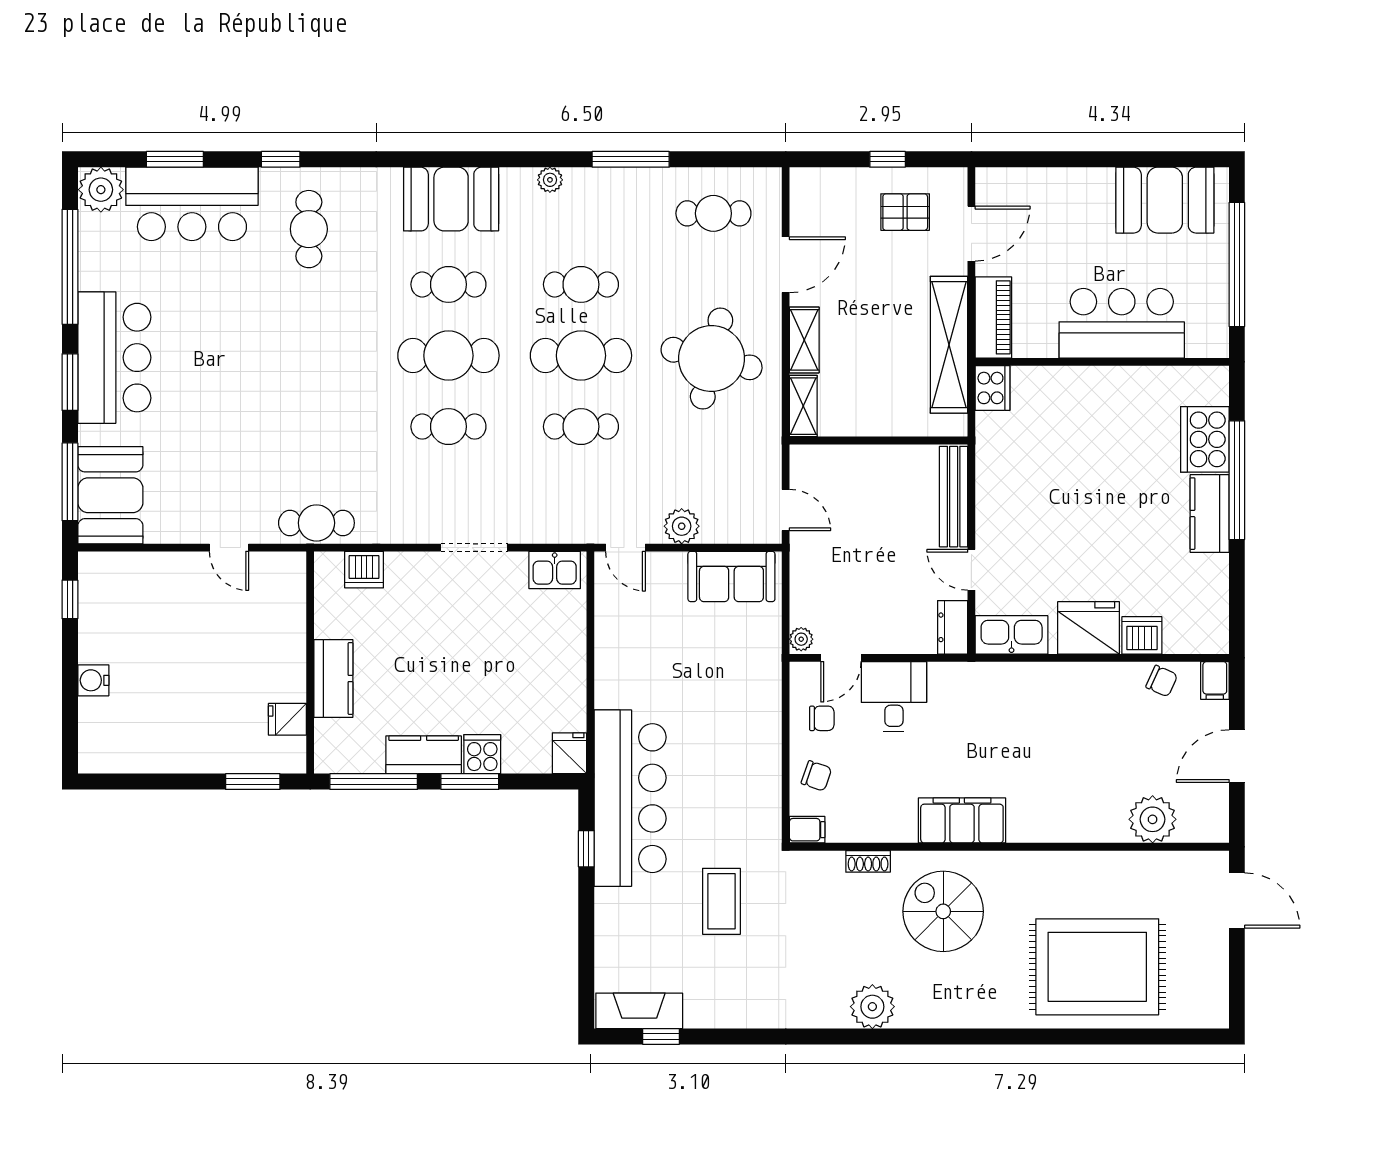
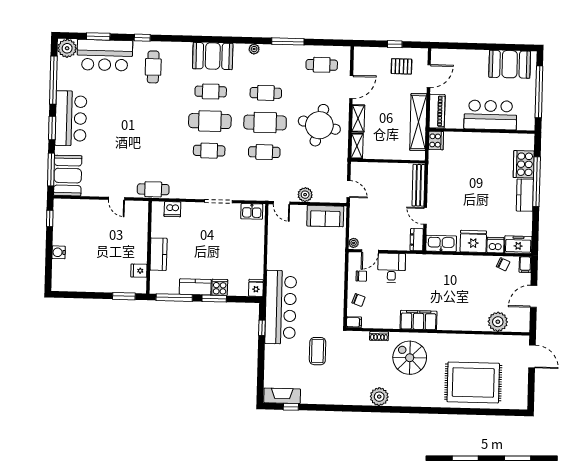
freezer: (1197, 633) -> (518, 245), added

